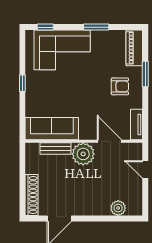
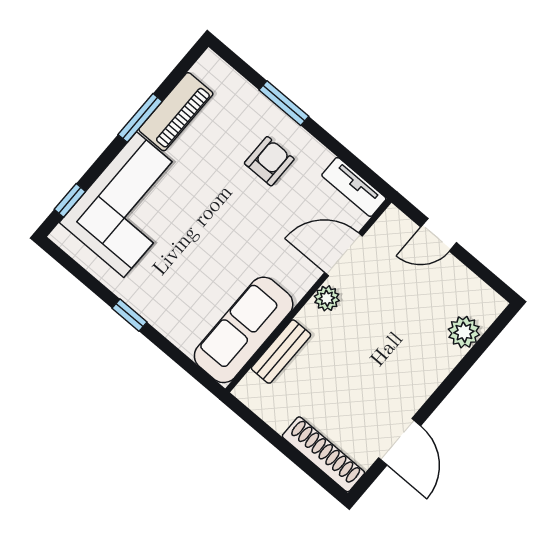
piano: (134, 48) -> (176, 112), moved, turned -90
plant: (83, 154) -> (327, 298), width x0.53, depth x0.53

